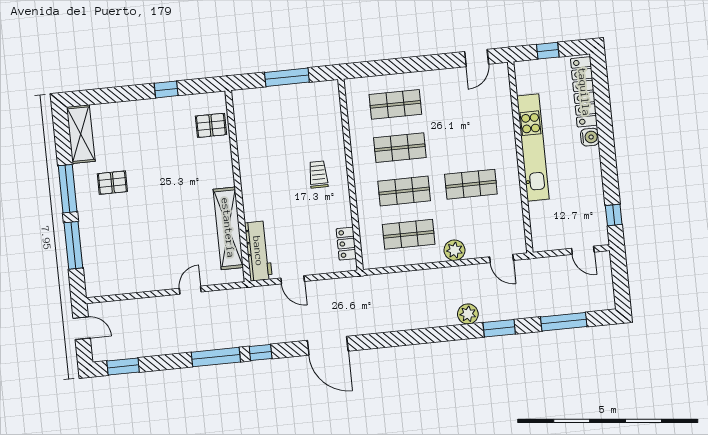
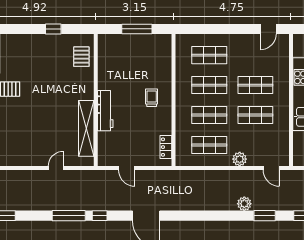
pallet: (211, 125) -> (81, 57), turned 90
shop shelf: (467, 141) -> (255, 85), added
workbench: (258, 251) -> (105, 111), moved

